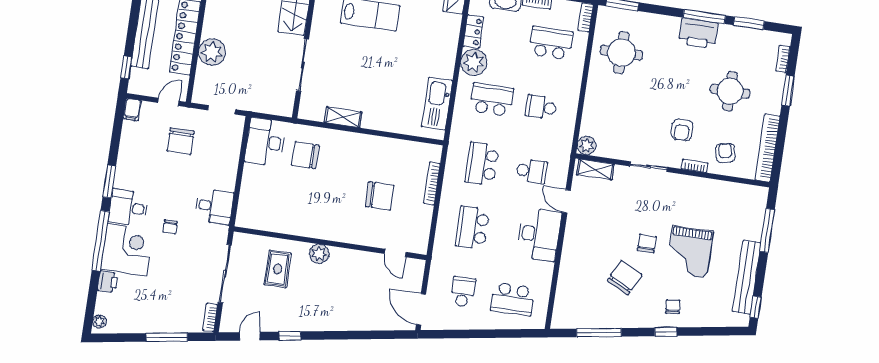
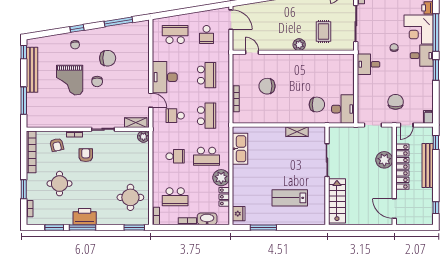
grand piano: (690, 252) -> (70, 80), turned 180
chair: (625, 278) -> (108, 58), turned -116

